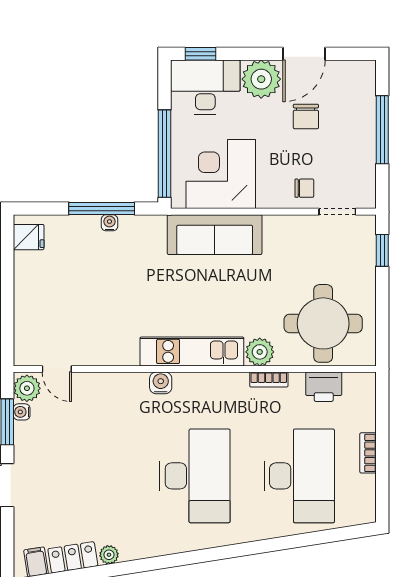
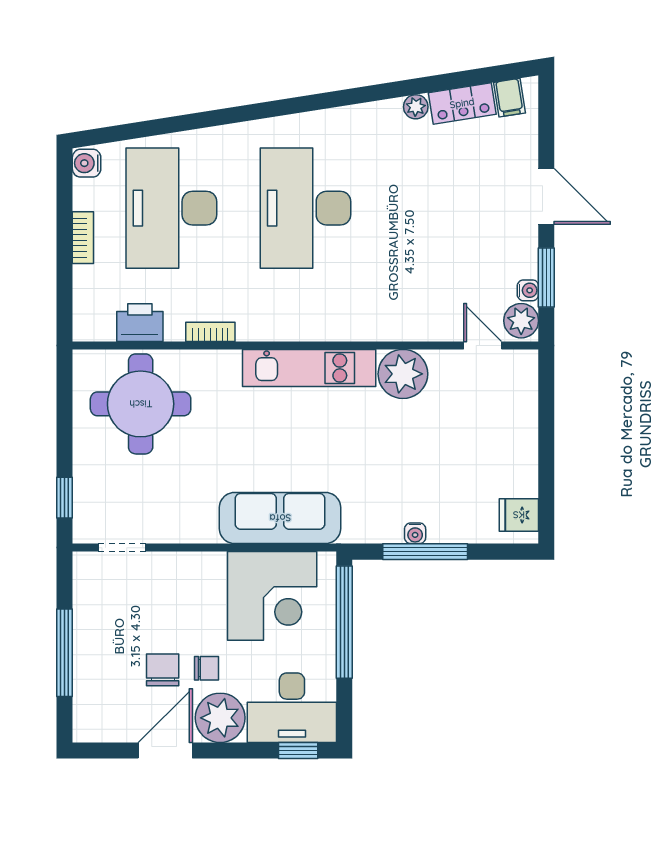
chair: (304, 188) -> (207, 668), moved, turned 180
plant: (260, 352) -> (403, 374), moved, width x1.36, depth x1.36
water cooler: (161, 383) -> (87, 163), moved, turned 90

